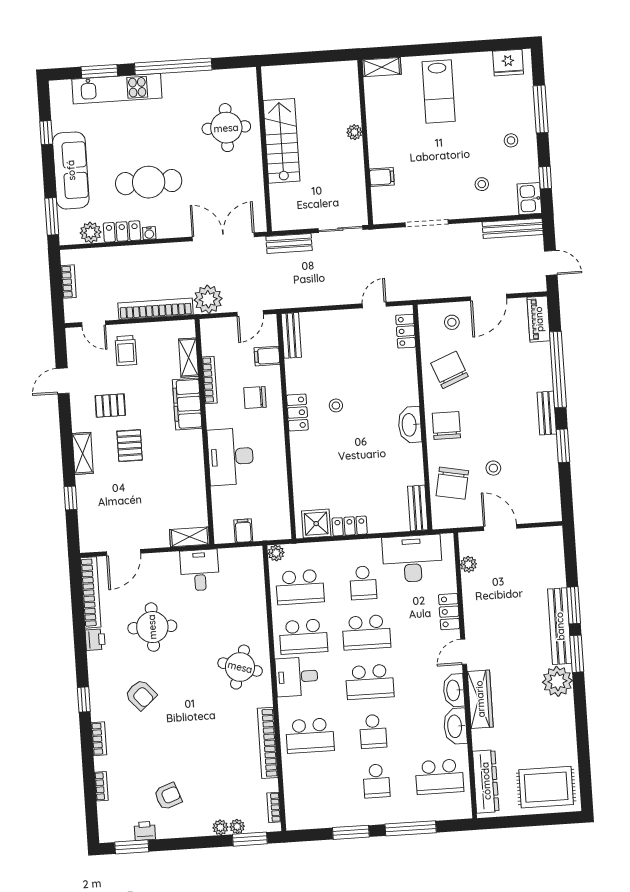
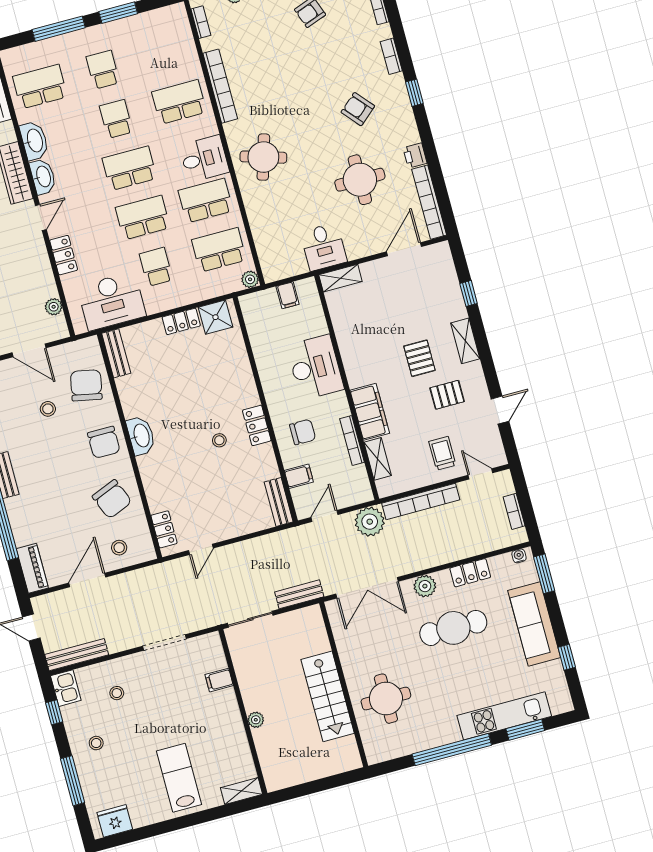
plant: (91, 233) -> (425, 586), moved
water cooler: (149, 233) -> (519, 556), moved

